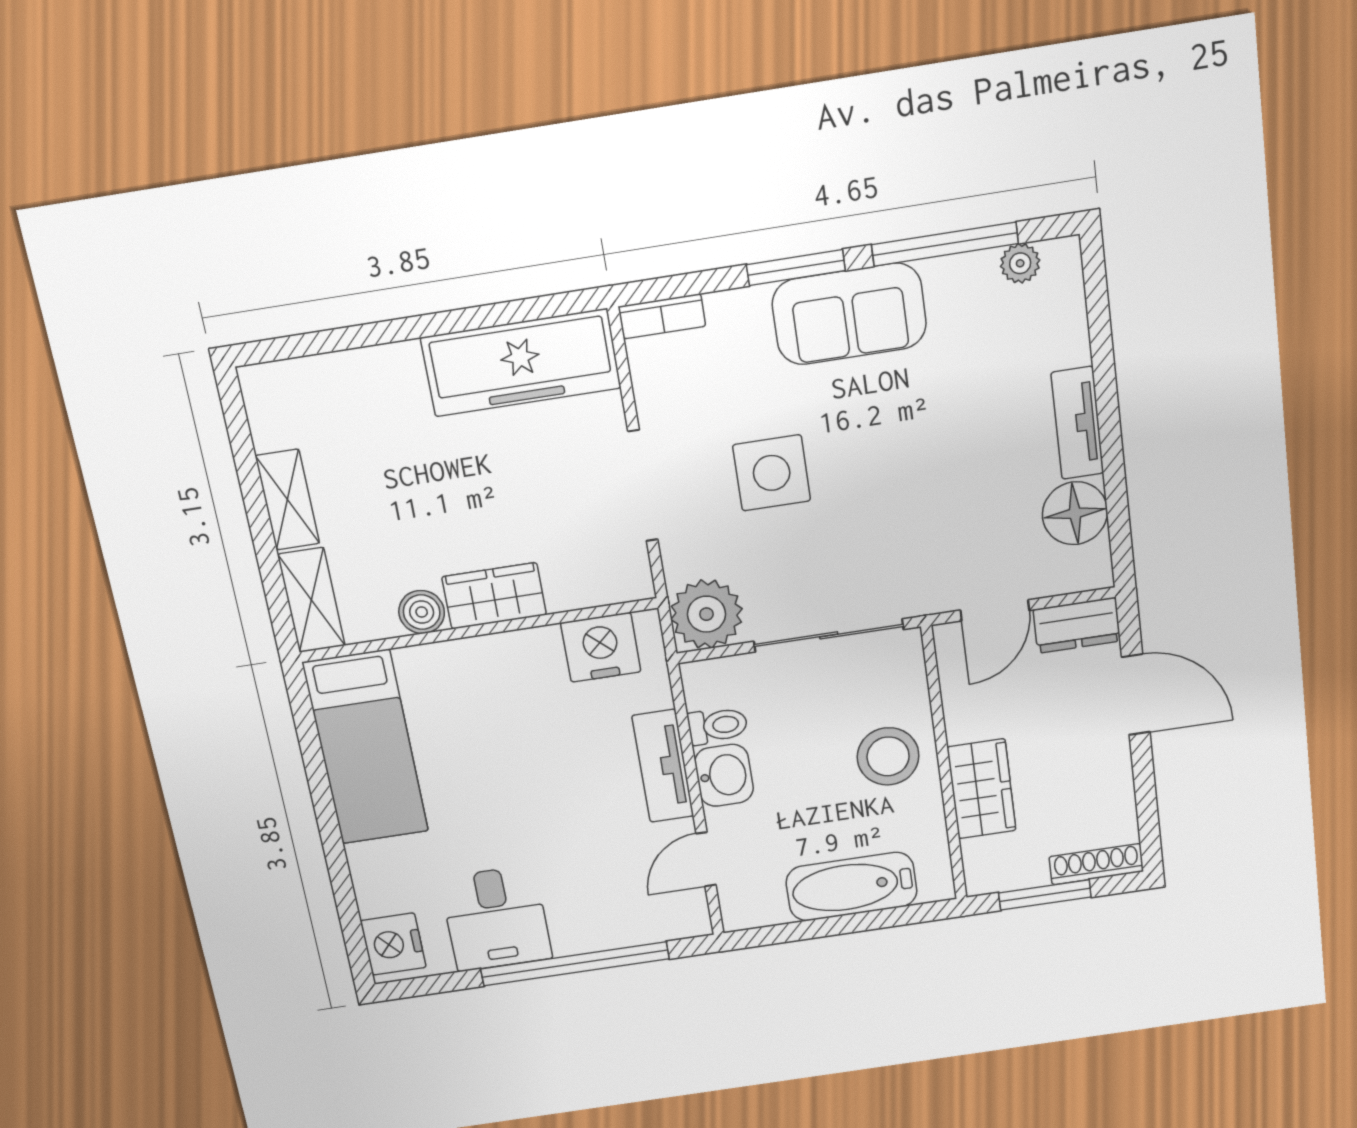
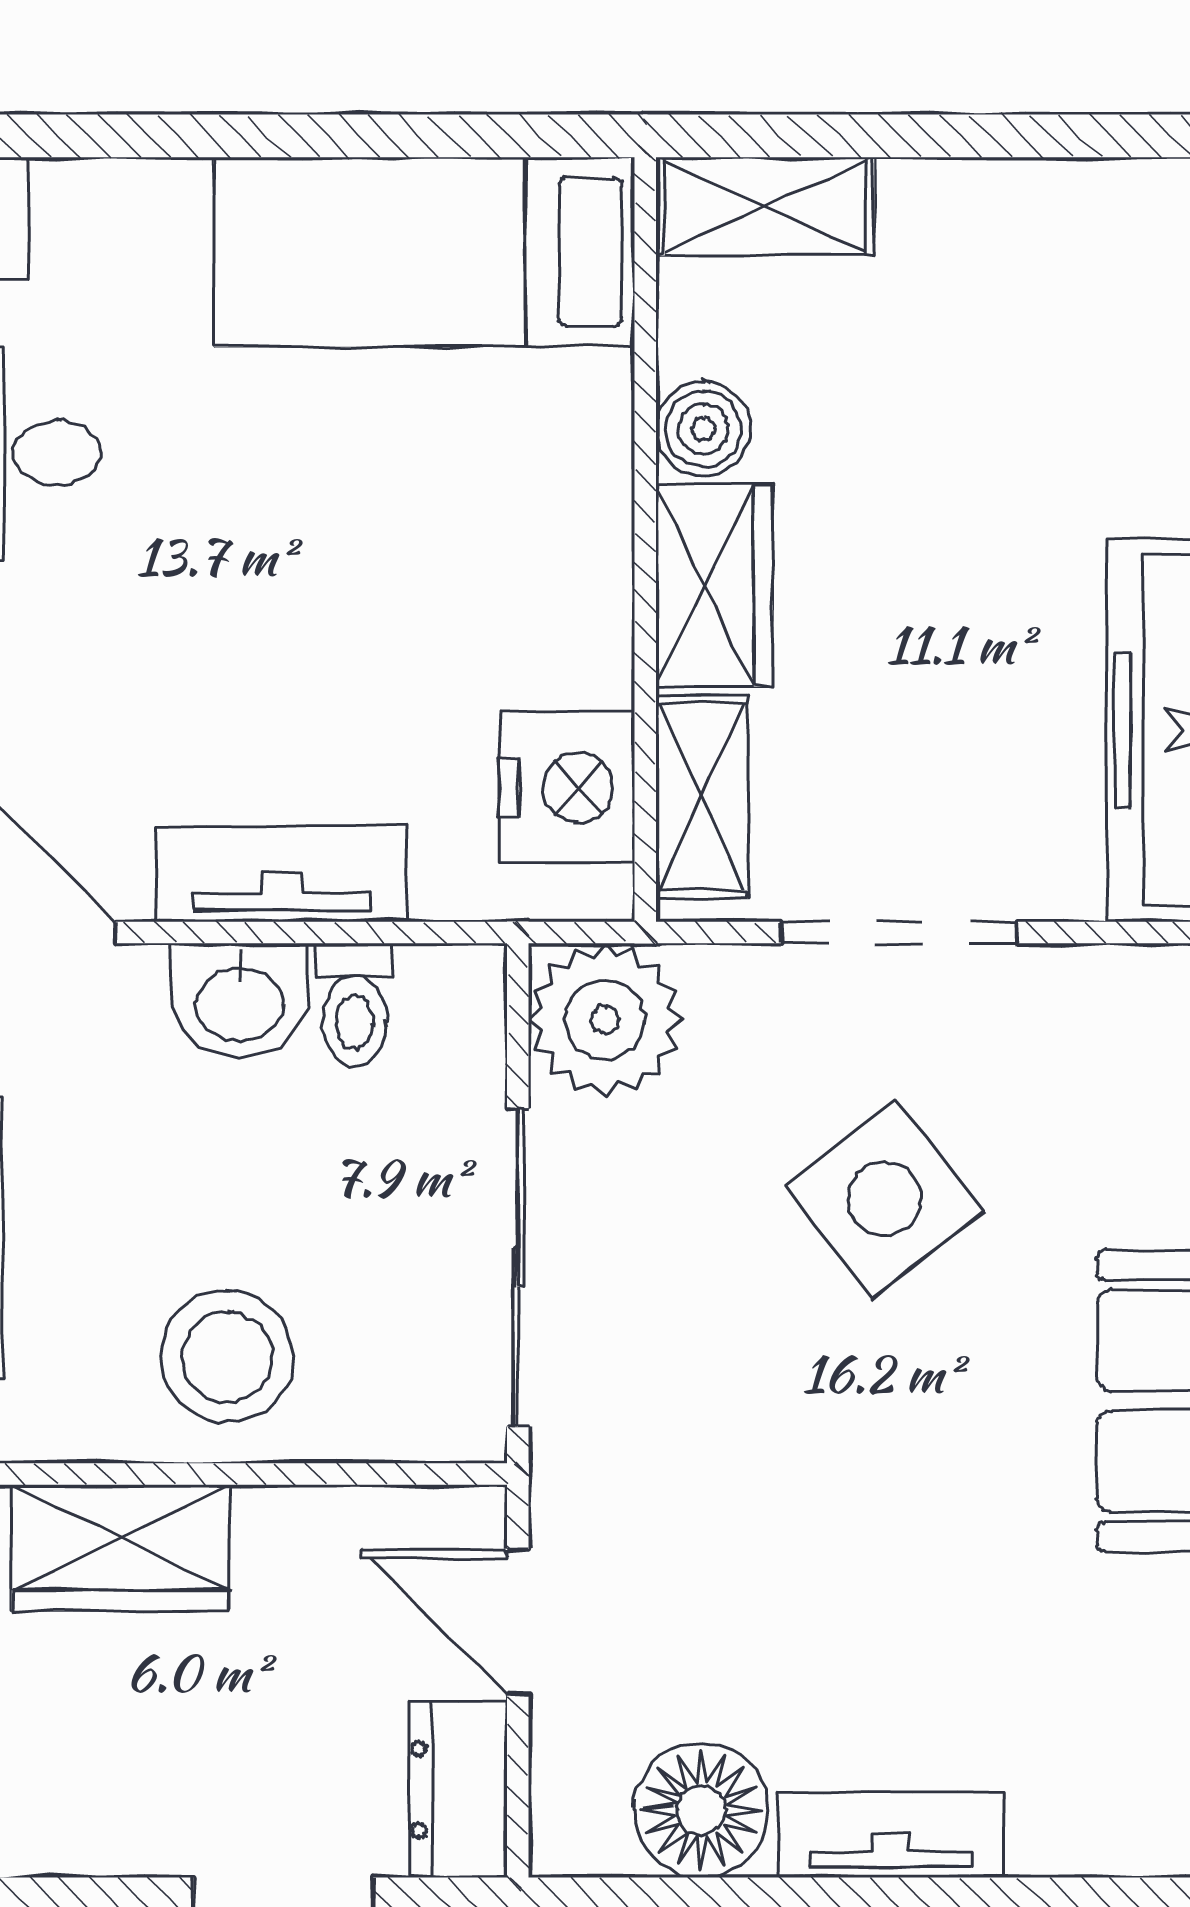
side table: (772, 473) -> (884, 1199), turned -38
shelving: (287, 500) -> (702, 797), moved, turned 90

